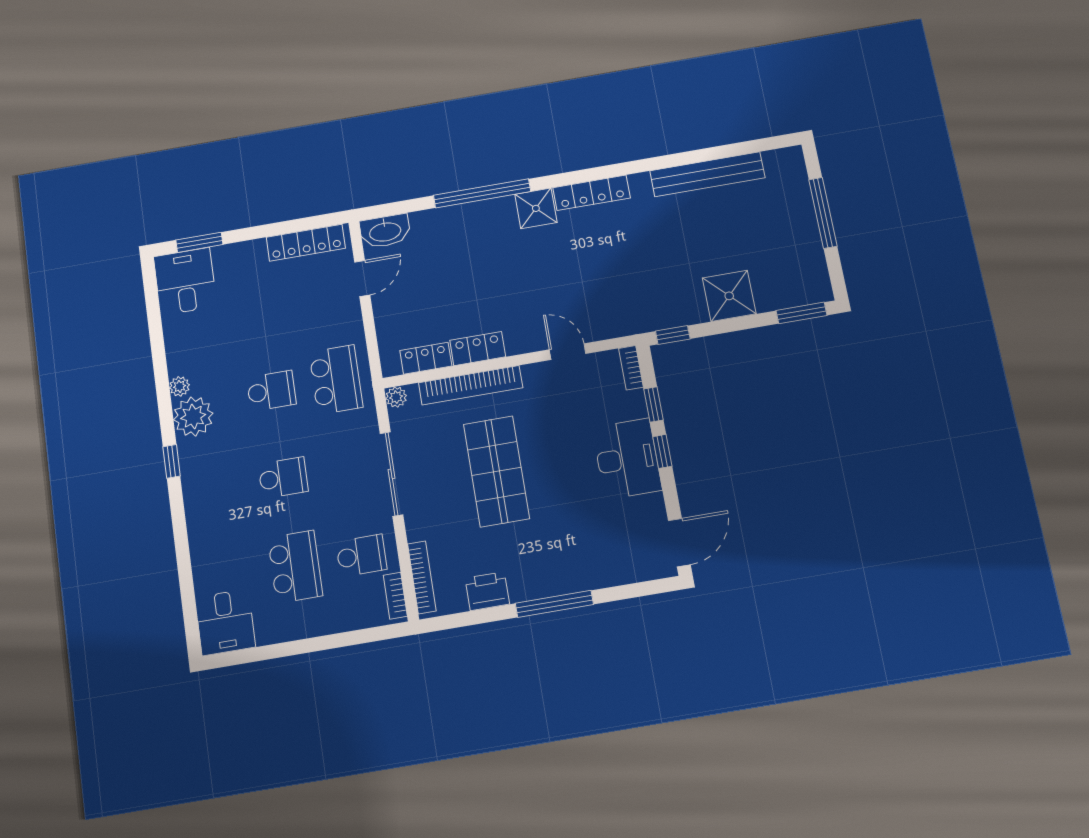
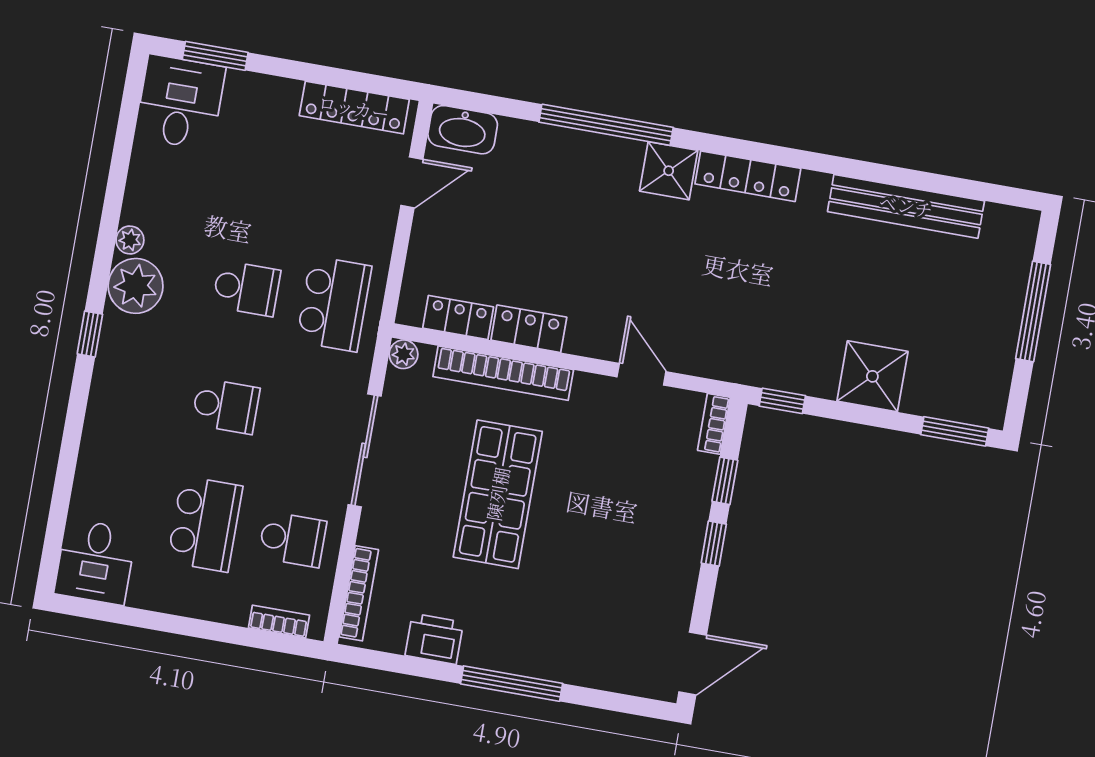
desk: (627, 459) -> (667, 537), removed
bookcase: (395, 596) -> (279, 622), moved, turned 90

